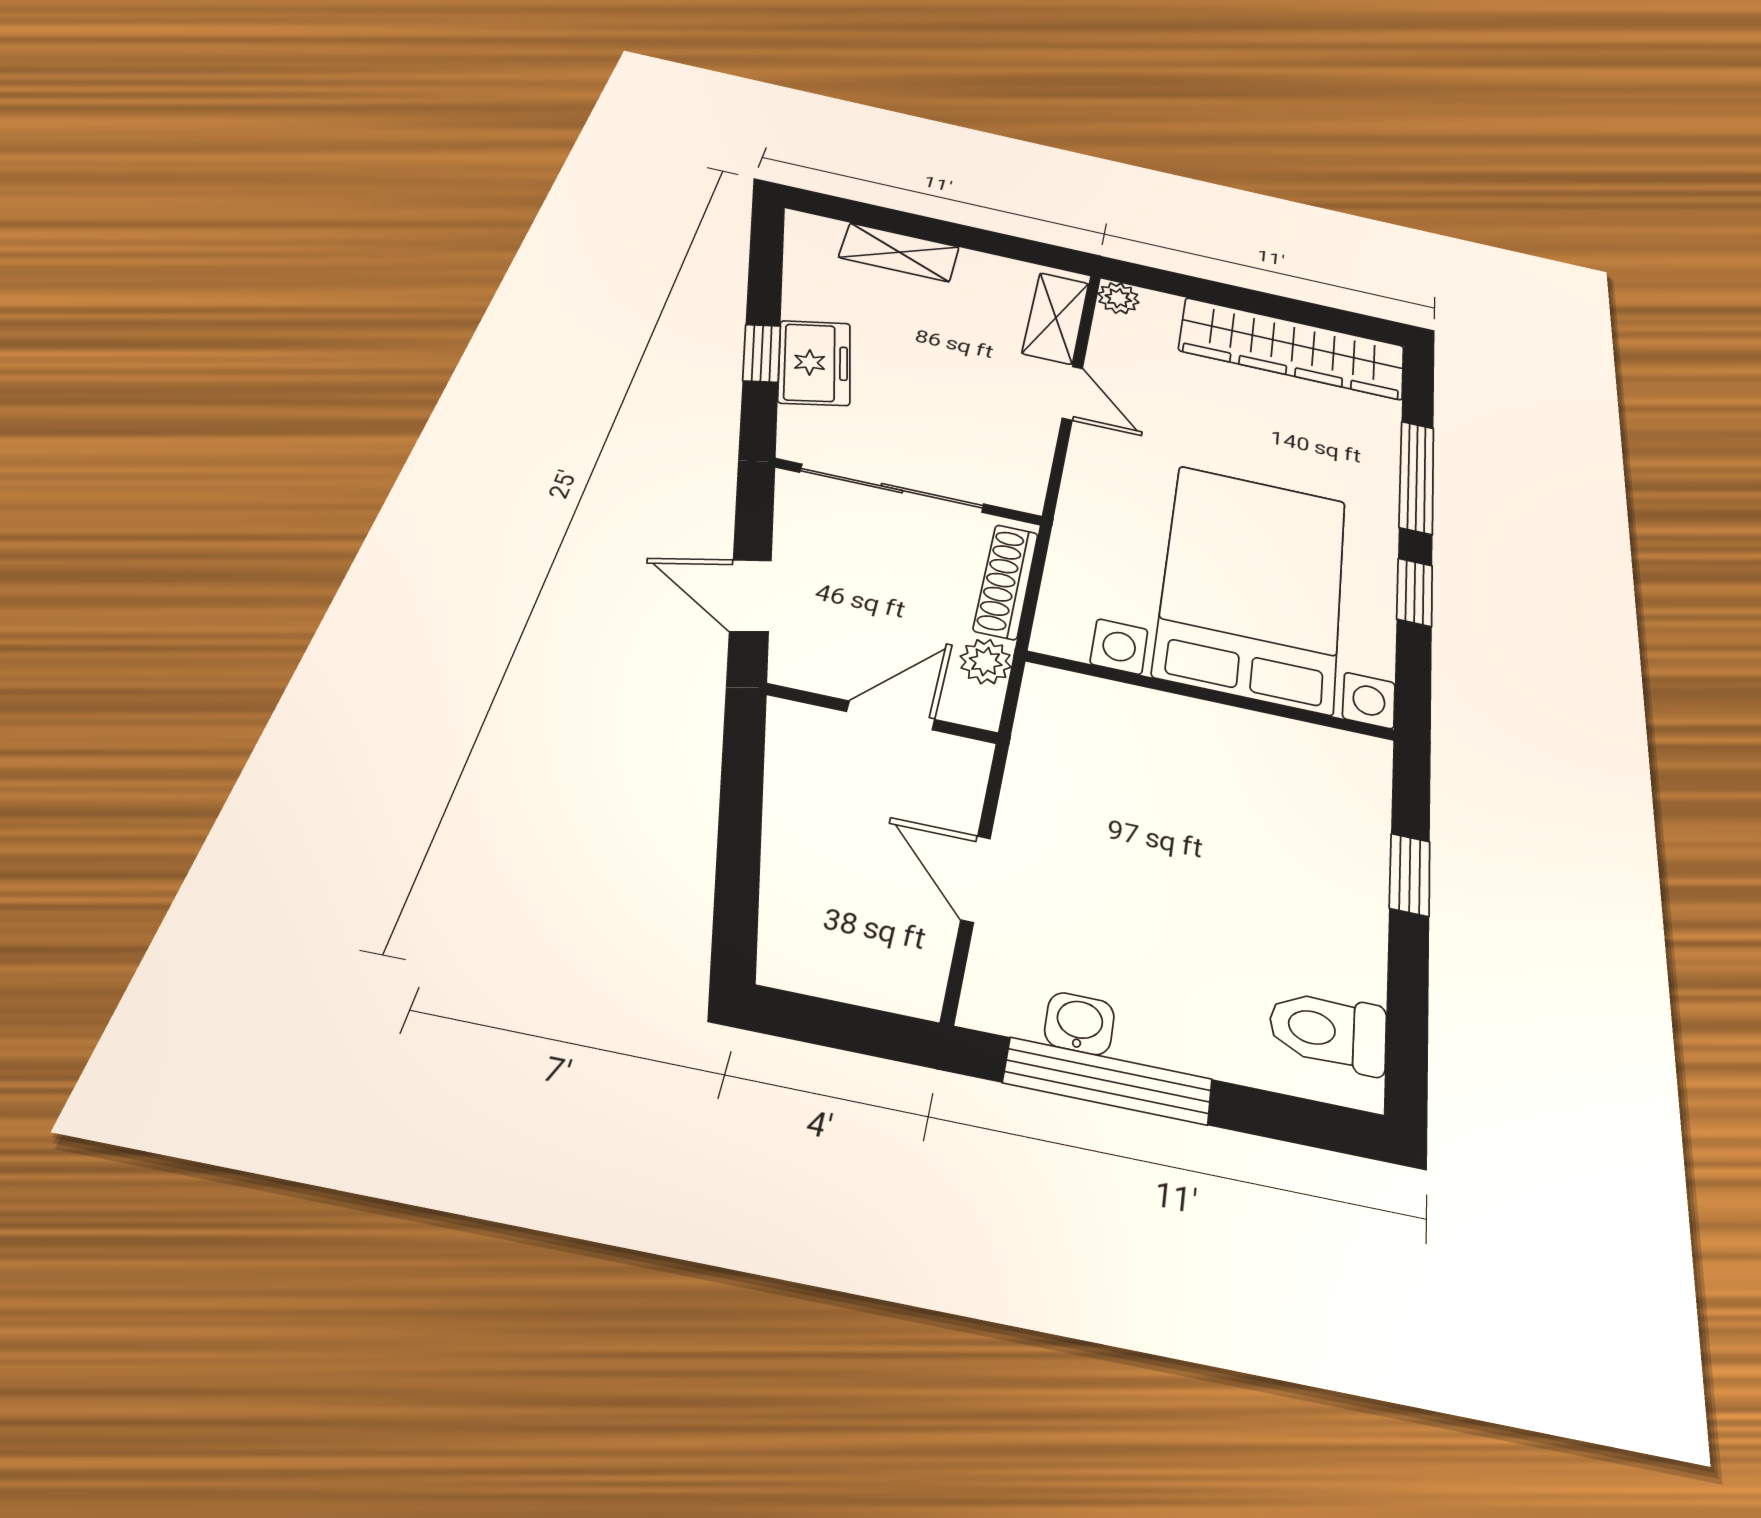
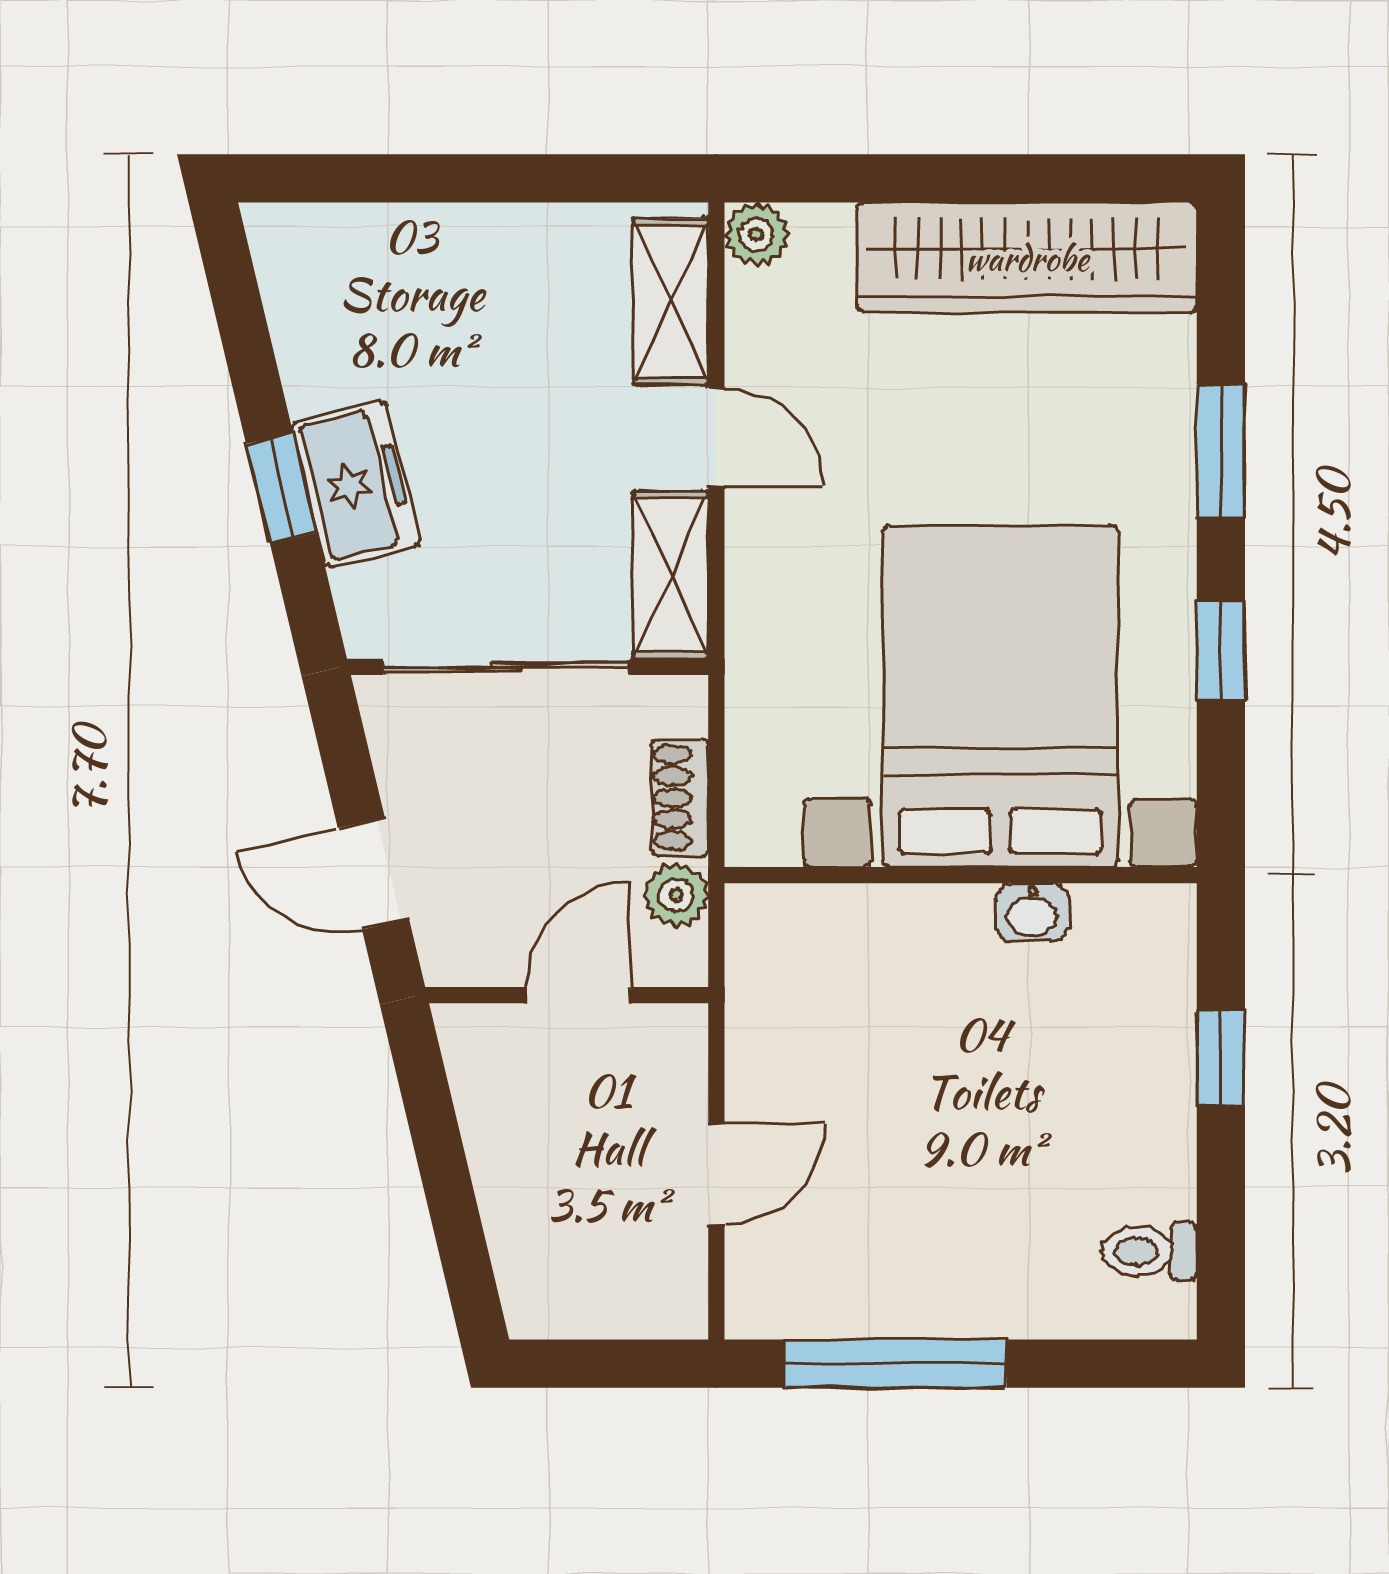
shelving: (899, 252) -> (671, 575), moved, turned 90
window: (1417, 477) -> (1221, 451), width x0.69
shoe rack: (1006, 581) -> (680, 798), width x0.70
door: (976, 879) -> (716, 1174), swing flipped
washbasin: (1079, 1023) -> (1032, 913), moved, turned 180
toilet: (1328, 1031) -> (1149, 1251), width x0.73, depth x0.72

